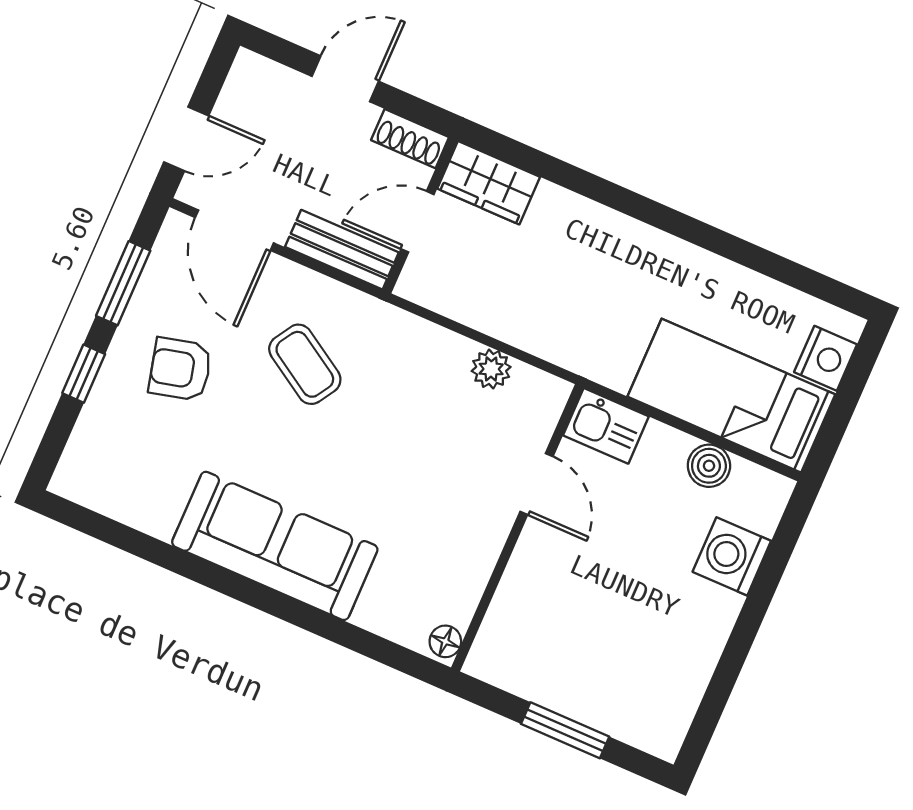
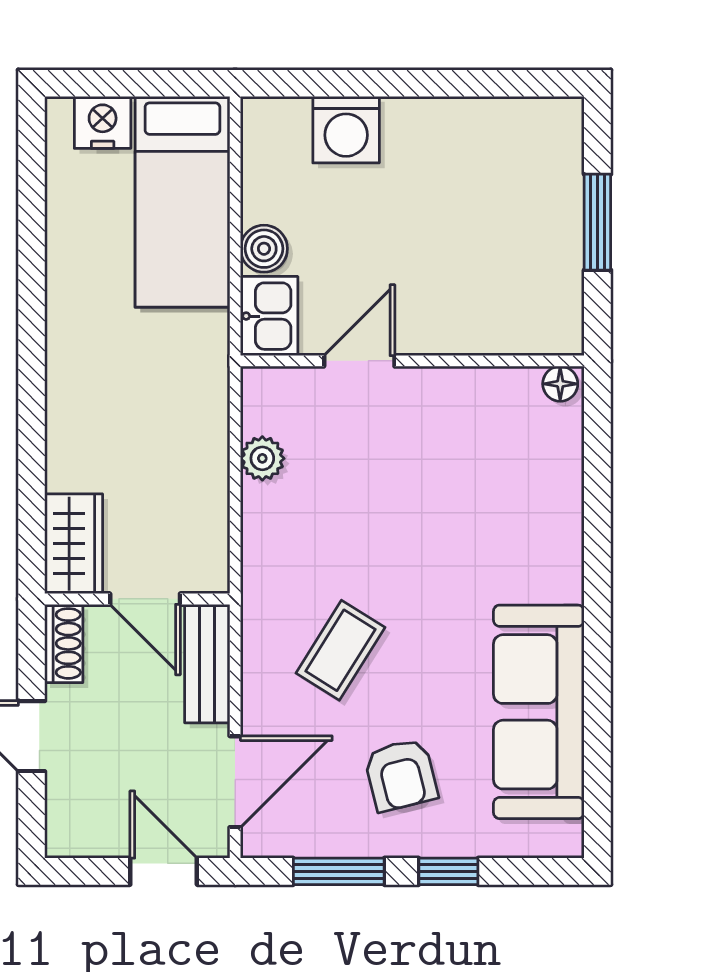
boiler: (709, 466) -> (264, 249), moved
sofa: (275, 546) -> (539, 712), moved

